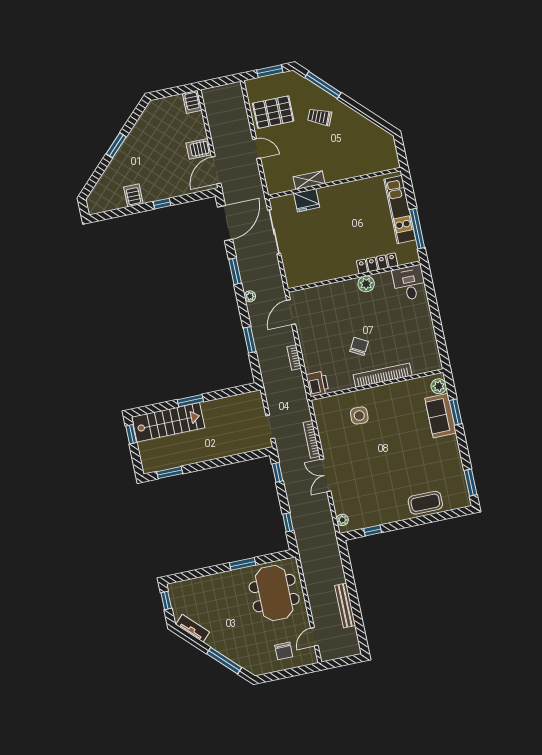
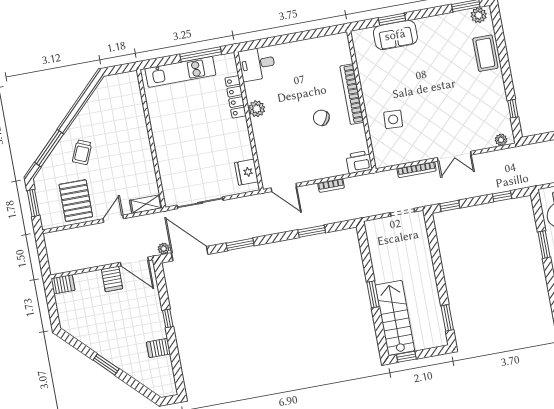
shelving: (309, 180) -> (146, 204), moved, turned 90
fridge: (307, 200) -> (246, 172), moved, turned 180
plant: (250, 296) -> (164, 249), moved
plant: (439, 386) -> (479, 15), moved

